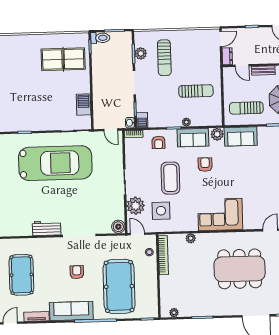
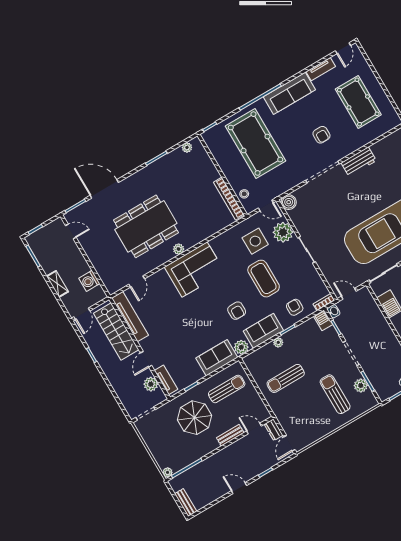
plant: (191, 238) -> (179, 249), moved
armchair: (77, 272) -> (321, 135), moved

